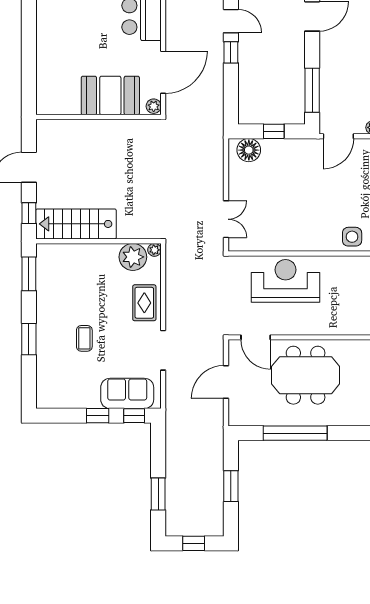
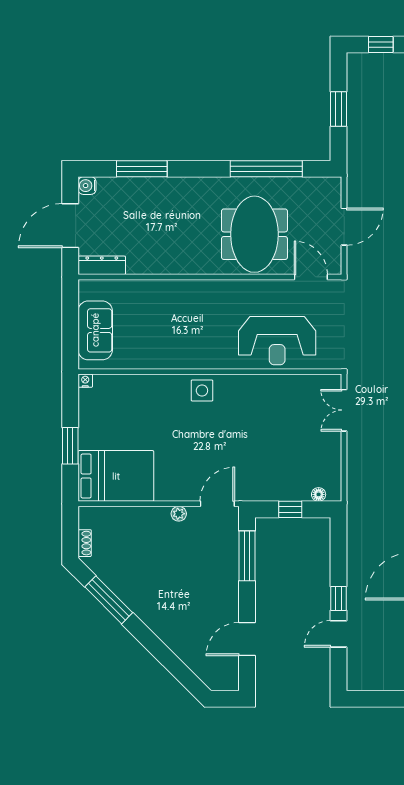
door: (231, 21) -> (339, 634), hinge flipped
floor lamp: (249, 150) -> (319, 494), width x0.53, depth x0.53
meeting table: (306, 375) -> (254, 234), turned 90

